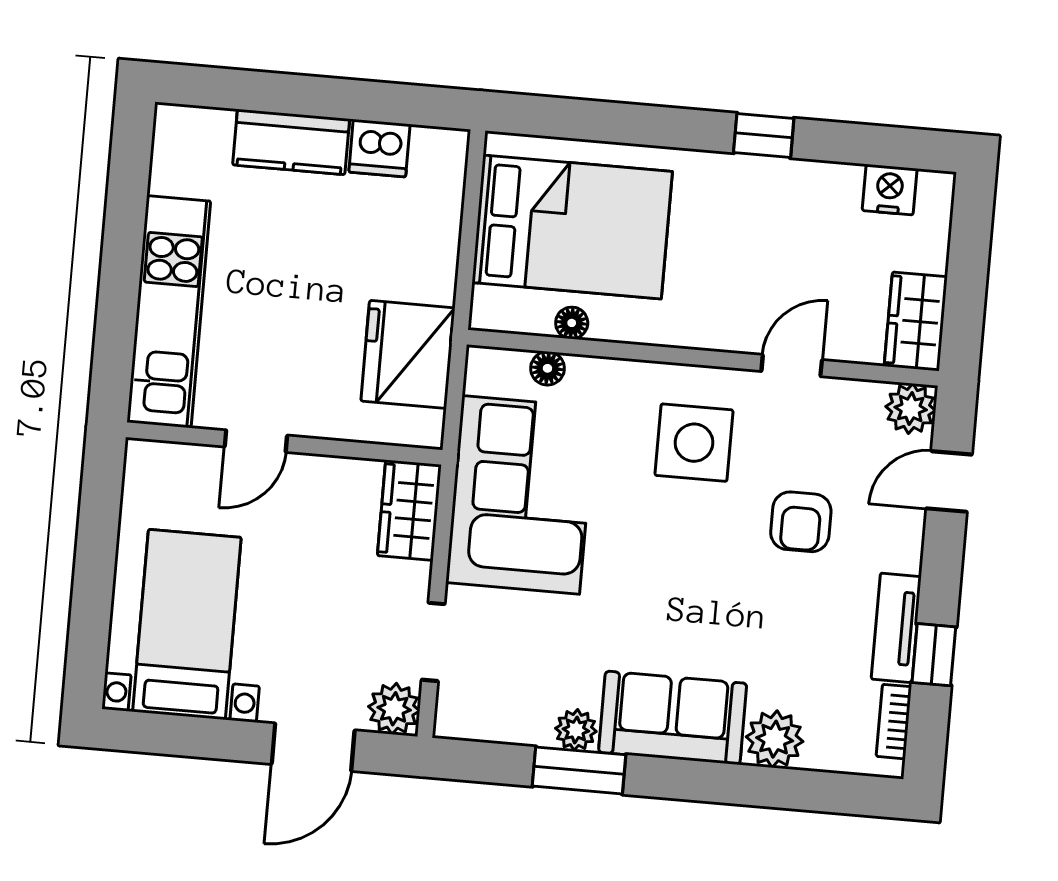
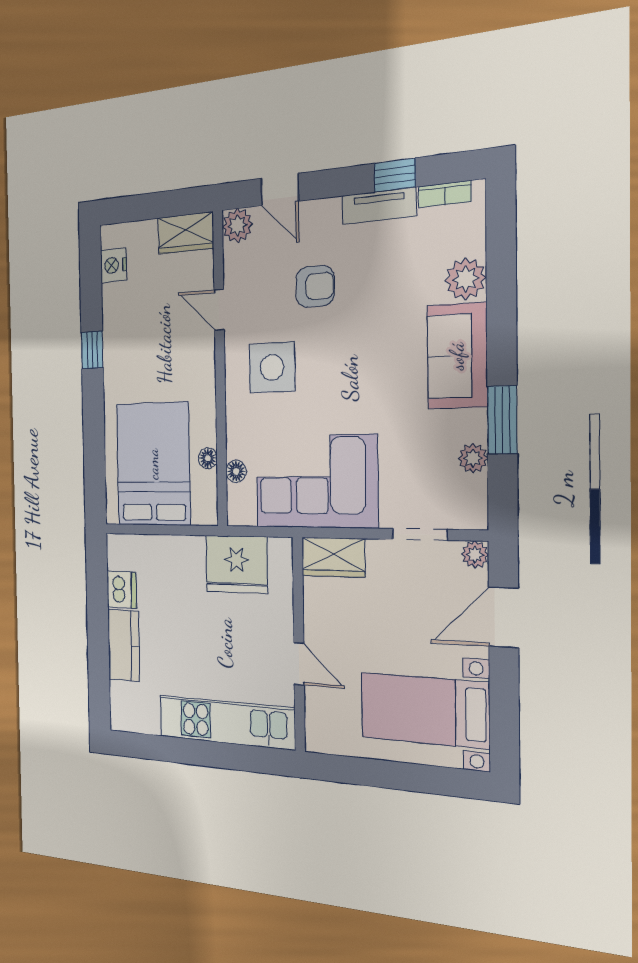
plant: (394, 709) -> (475, 554), width x0.73, depth x0.73
plant: (576, 730) -> (473, 458), moved
door: (313, 747) -> (504, 617), swing flipped

